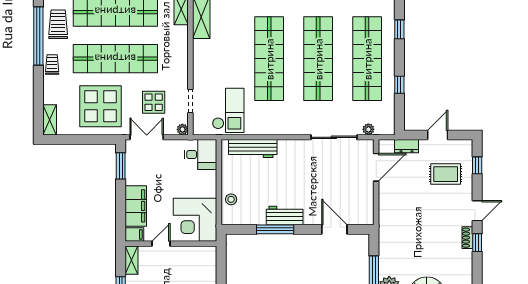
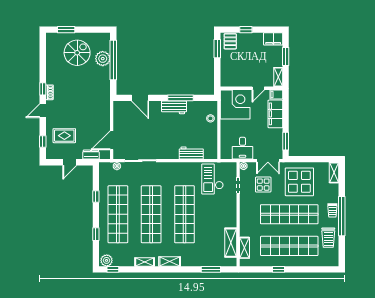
window: (38, 36) -> (342, 216), moved
workbench: (253, 149) -> (191, 153), width x0.73
desk: (200, 155) -> (242, 148), moved, turned -90

